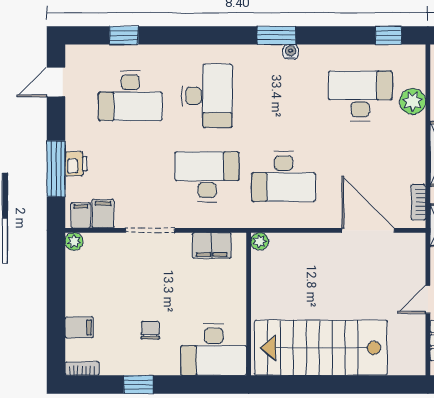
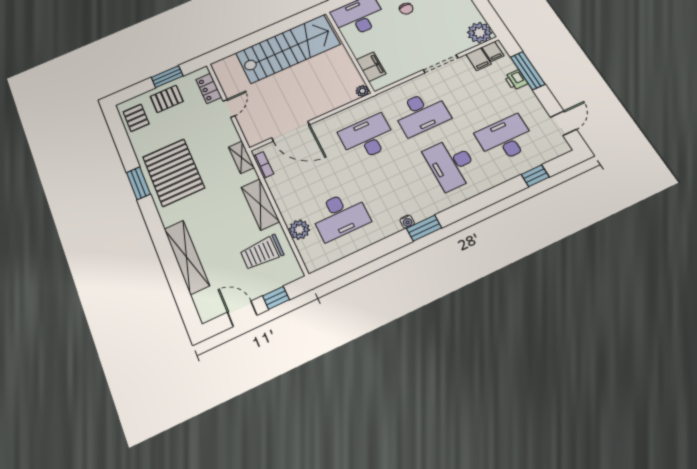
window: (388, 35) -> (340, 268), removed
plant: (74, 241) -> (480, 33), width x1.87, depth x1.87
filing cabinet: (212, 246) -> (371, 67), moved, turned 90

